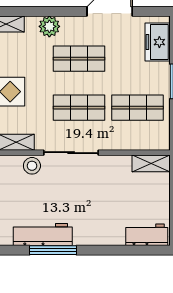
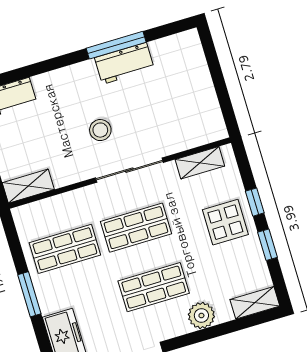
stool: (32, 166) -> (100, 130), moved
workbench: (43, 234) -> (124, 63), width x0.73

